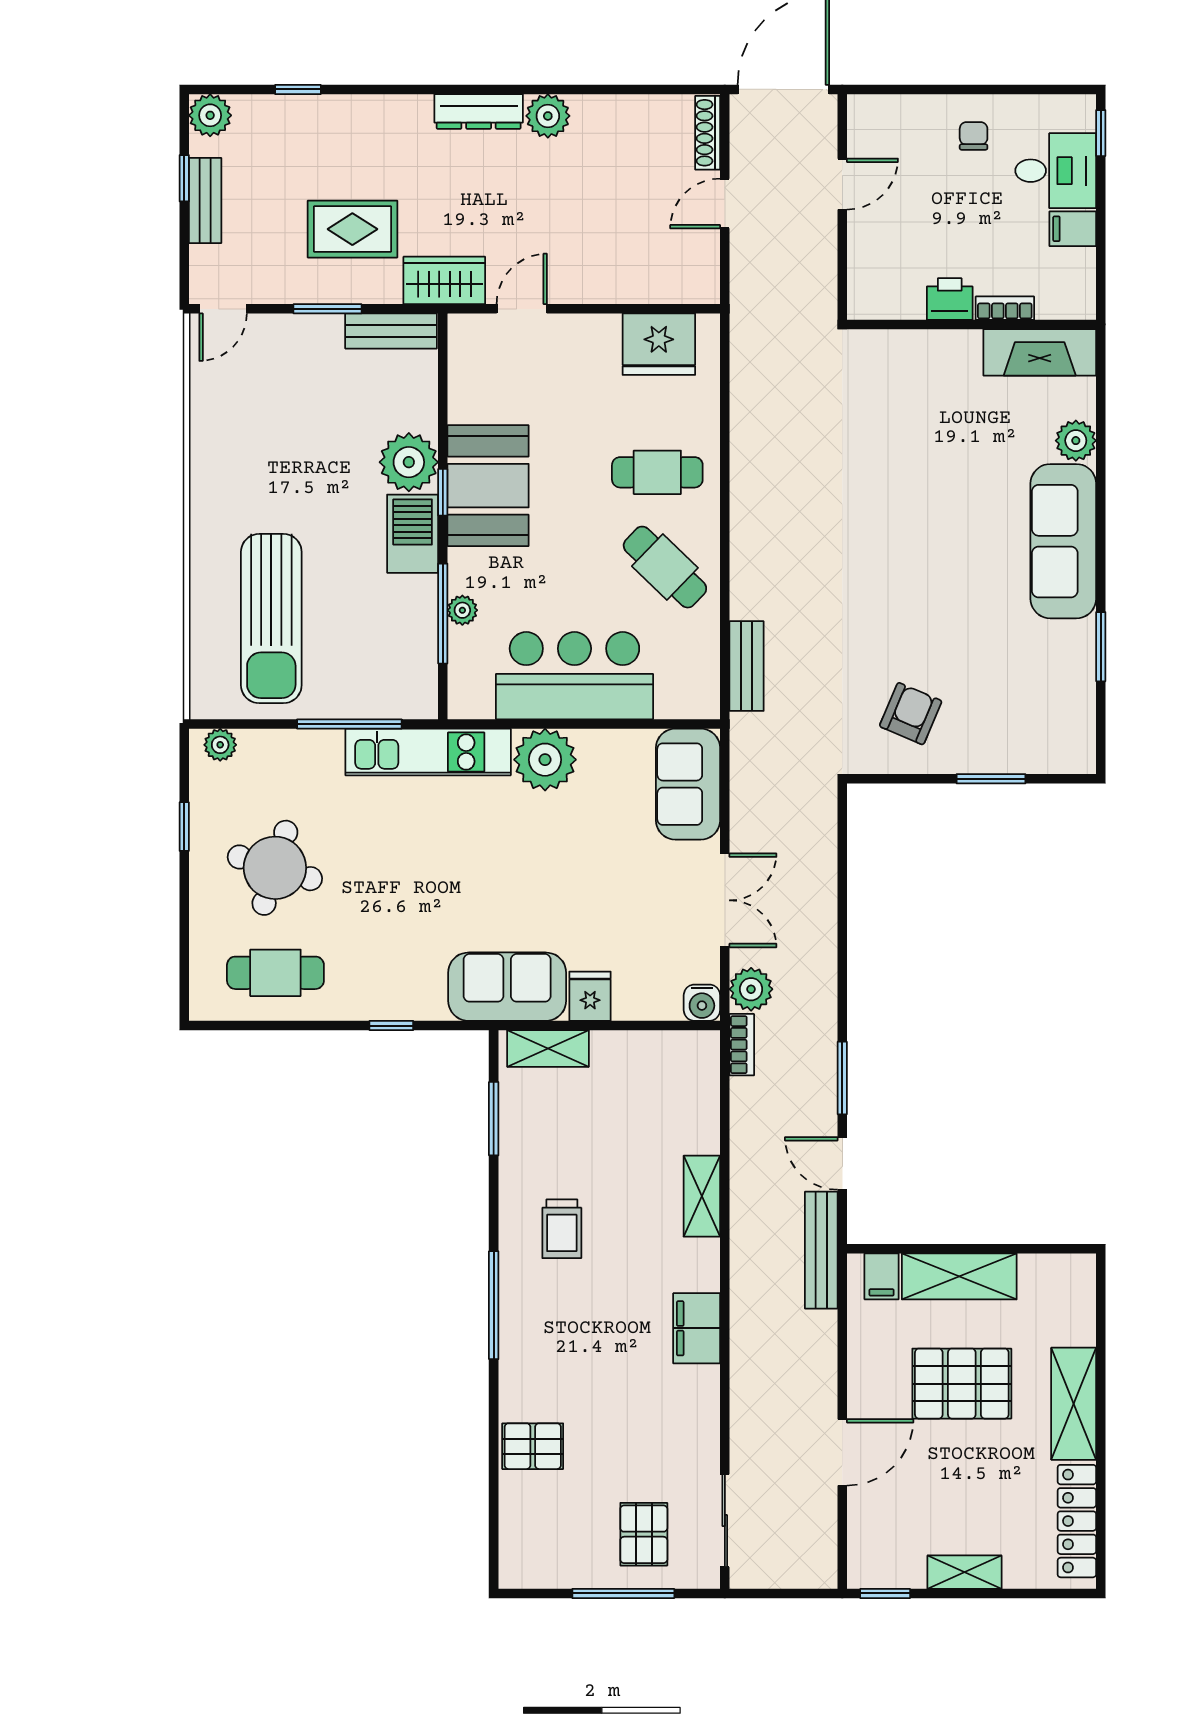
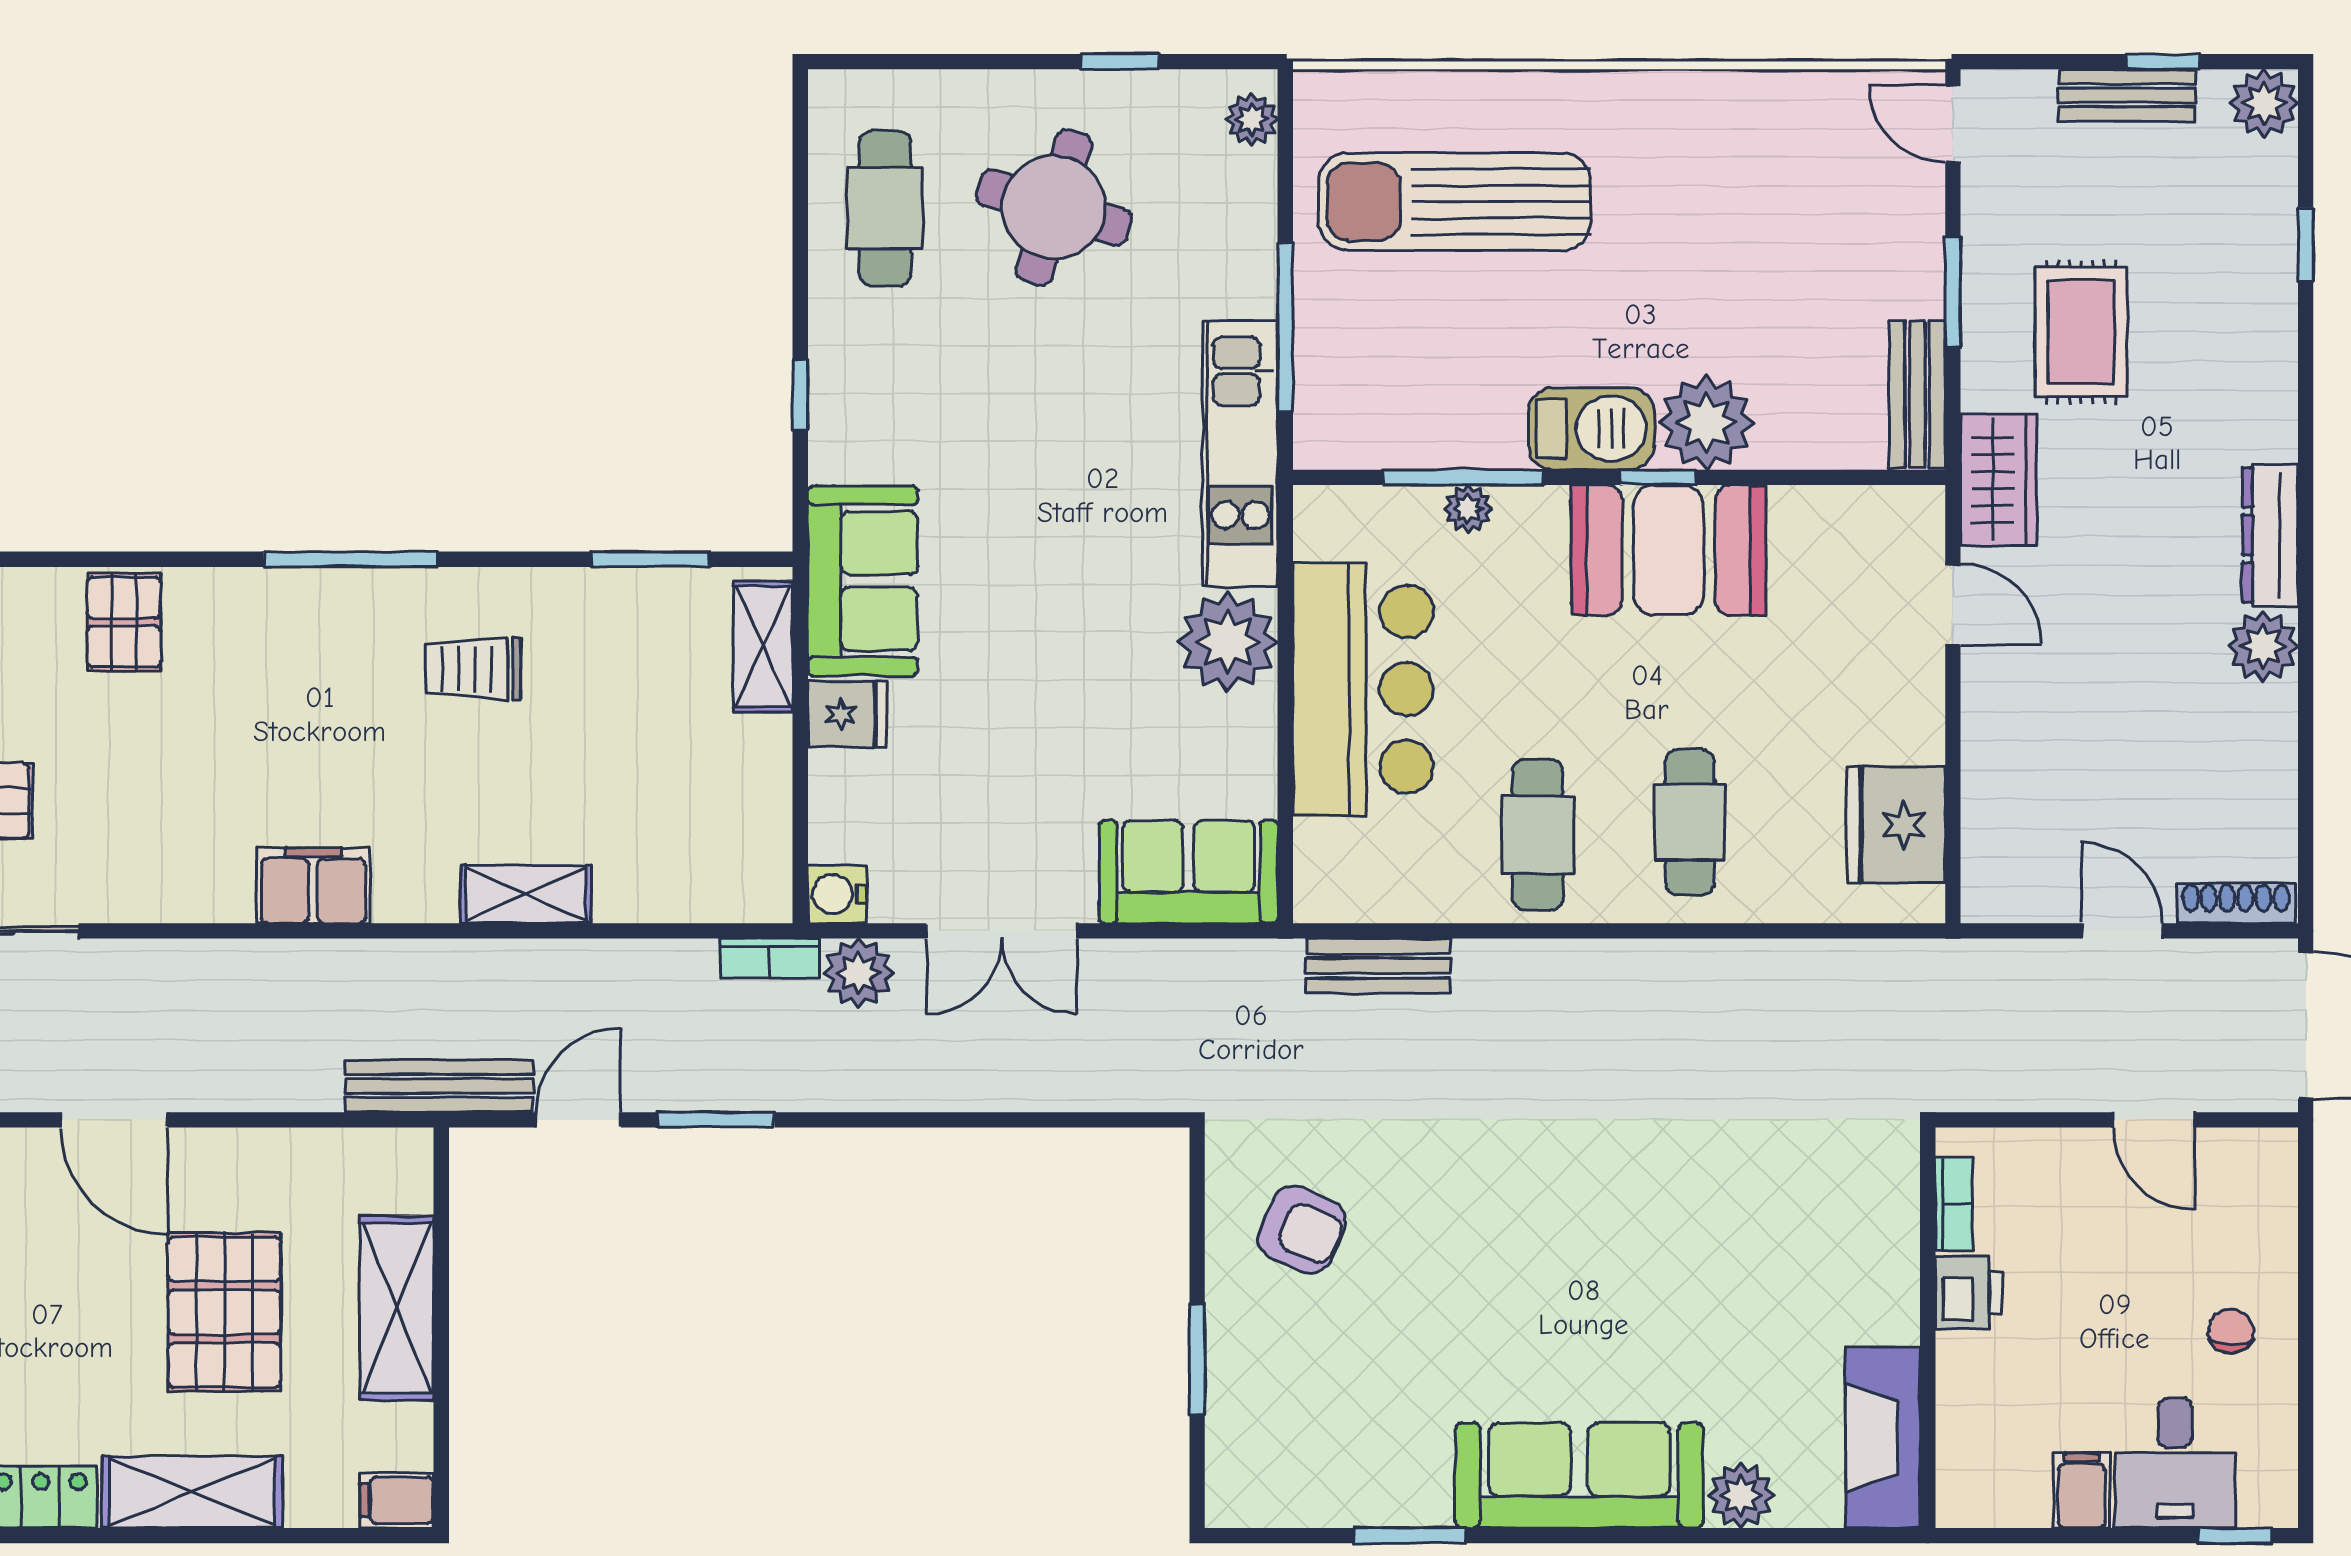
chair: (974, 136) -> (2231, 1331), turned -90
bookcase: (1005, 308) -> (1954, 1204), moved
cafe table: (665, 567) -> (1538, 835), turned -44
filing cabinet: (882, 1276) -> (397, 1500), moved

